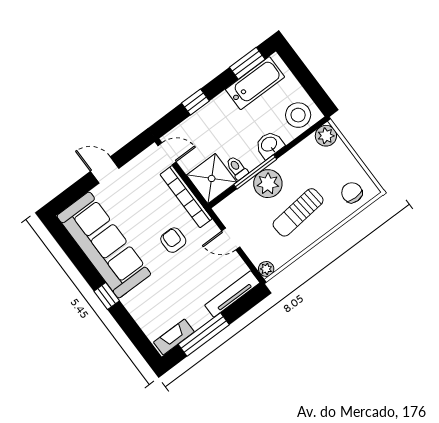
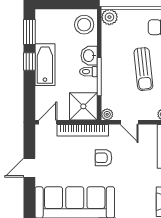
bathtub: (255, 83) -> (45, 65), moved
window: (195, 102) -> (29, 61), moved
toilet: (237, 168) -> (88, 72), moved
plant: (268, 184) -> (107, 114), moved, width x0.53, depth x0.53
door: (231, 239) -> (129, 122), hinge flipped

